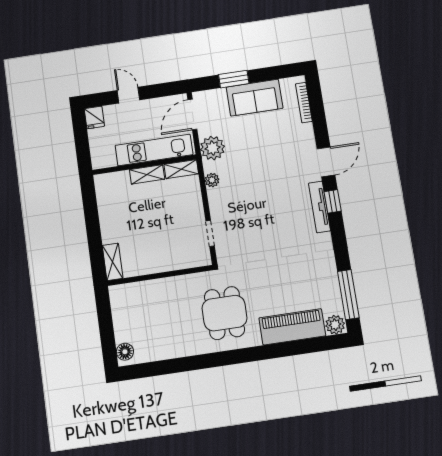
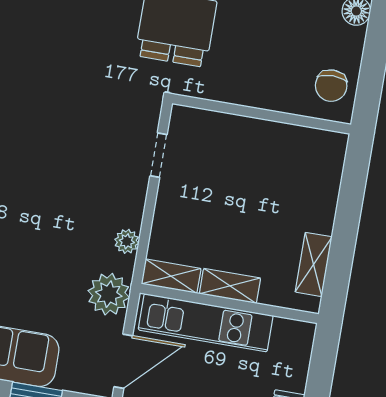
shelving: (113, 262) -> (314, 264), moved
chair: (126, 304) -> (331, 86), added

